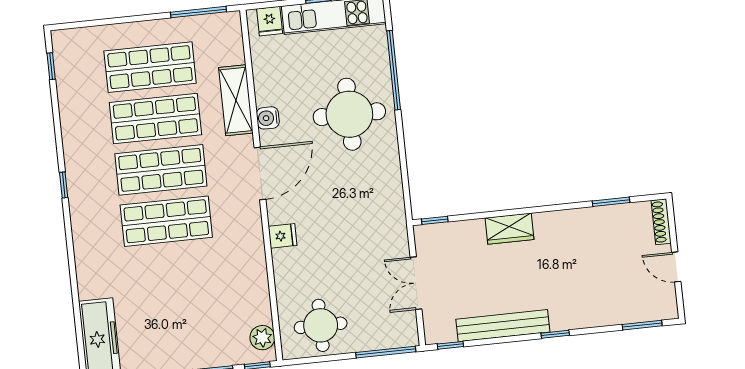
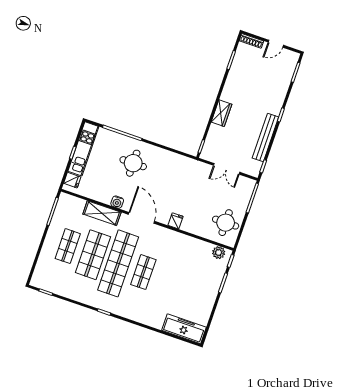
shop shelf: (150, 67) -> (68, 246), width x0.70, depth x0.74
round table: (349, 114) -> (133, 163), width x0.73, depth x0.73
shop shelf: (161, 170) -> (118, 263), width x1.40
shop shelf: (166, 221) -> (143, 272), width x0.70, depth x0.74

